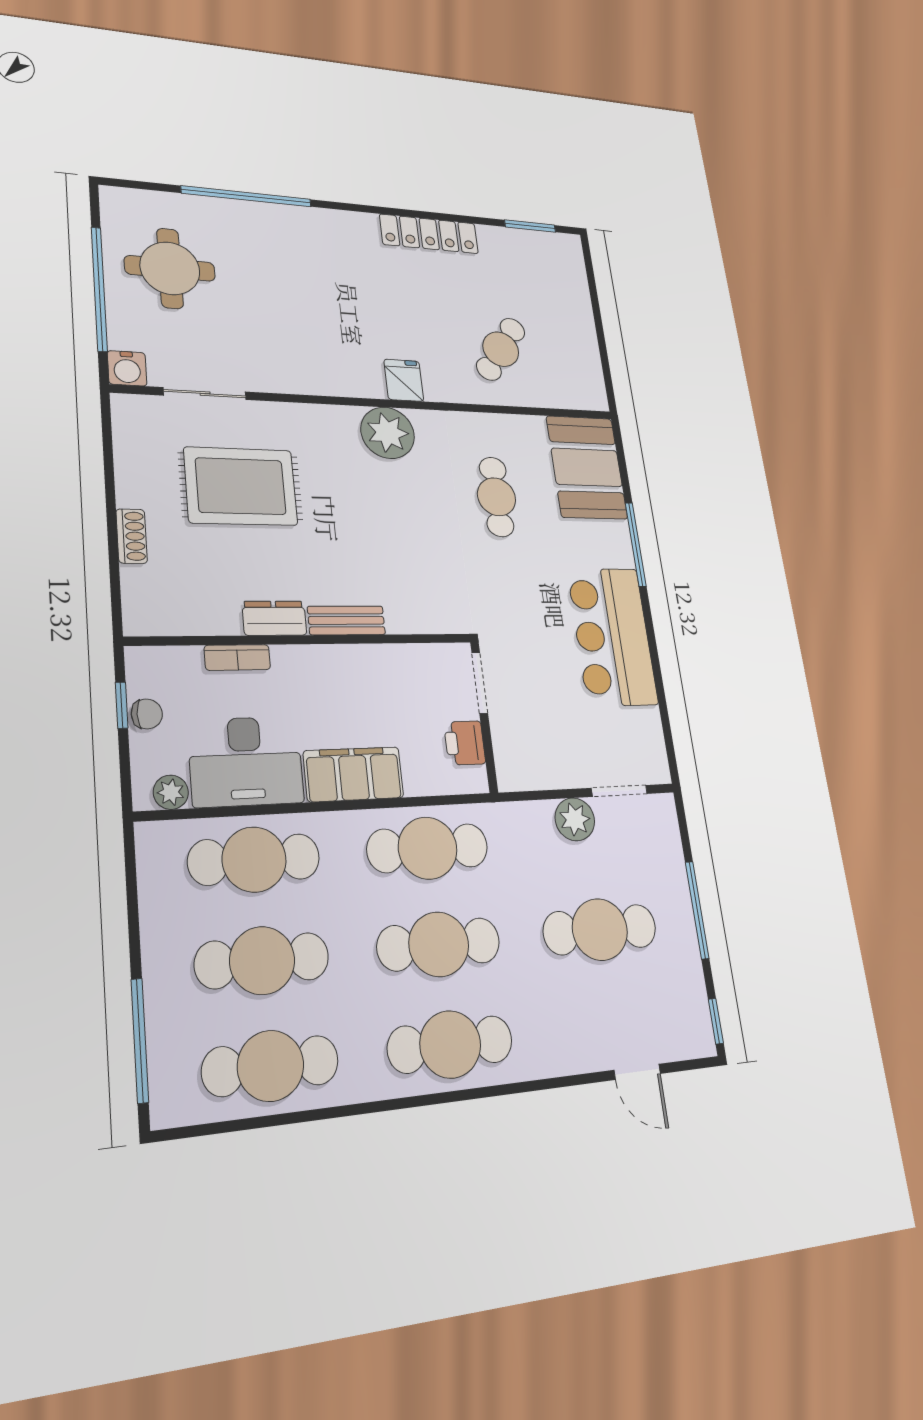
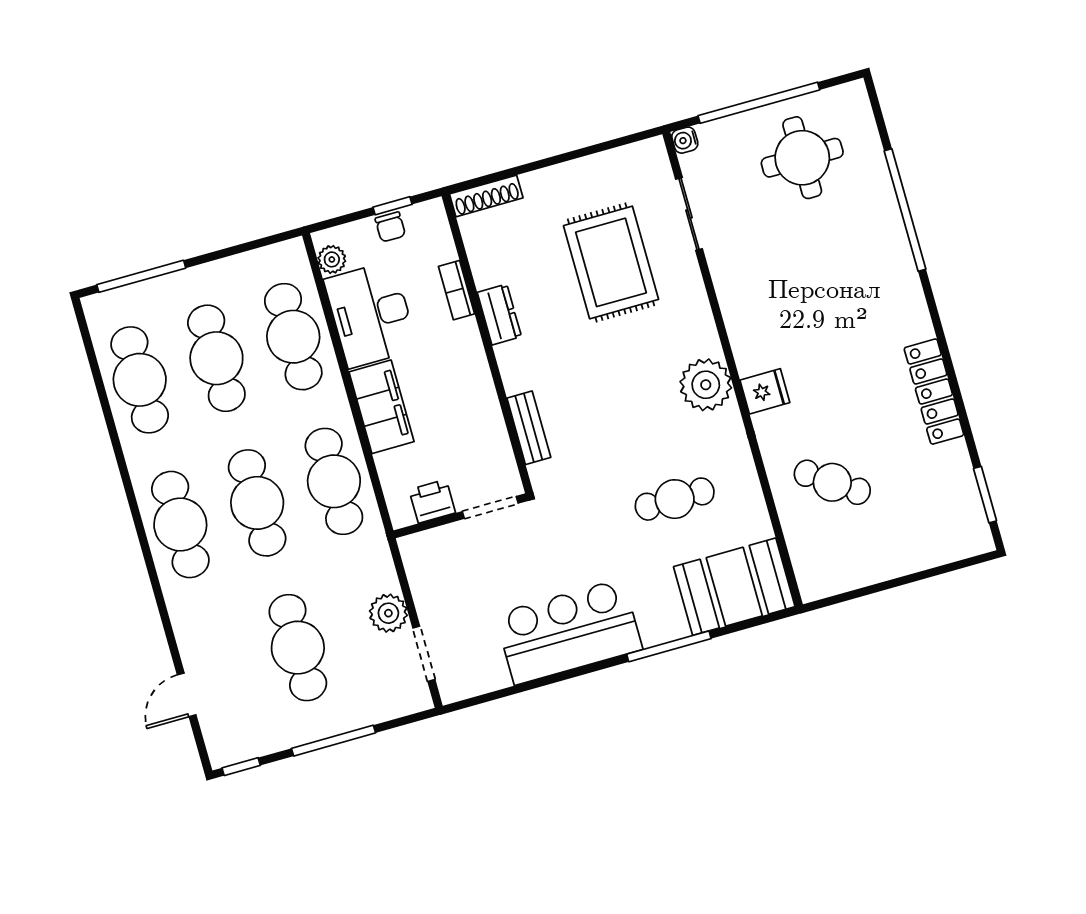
water cooler: (127, 368) -> (685, 140), width x0.72, depth x0.72
shoe rack: (132, 536) -> (486, 196), moved, width x1.43
bench: (346, 620) -> (529, 428), moved

